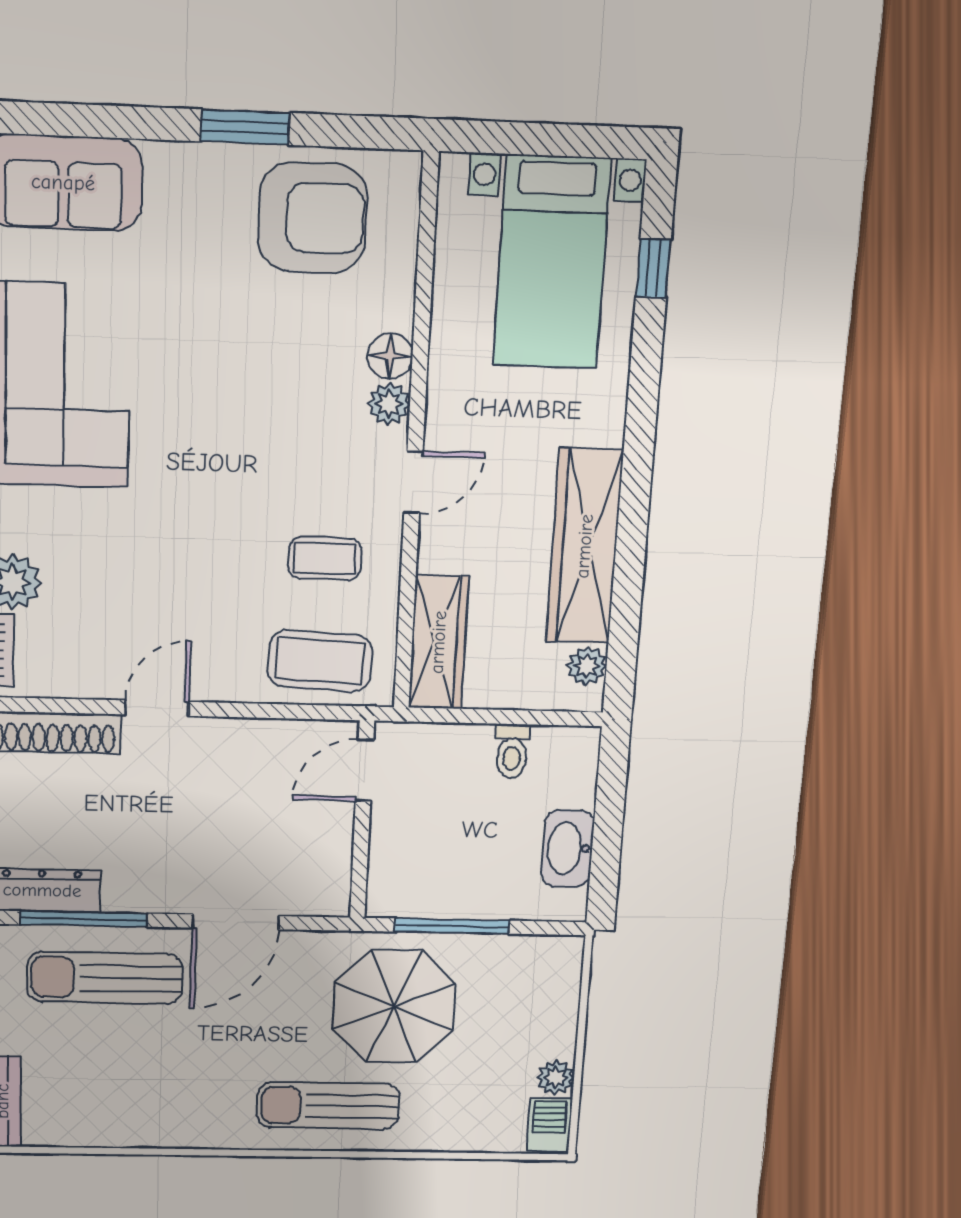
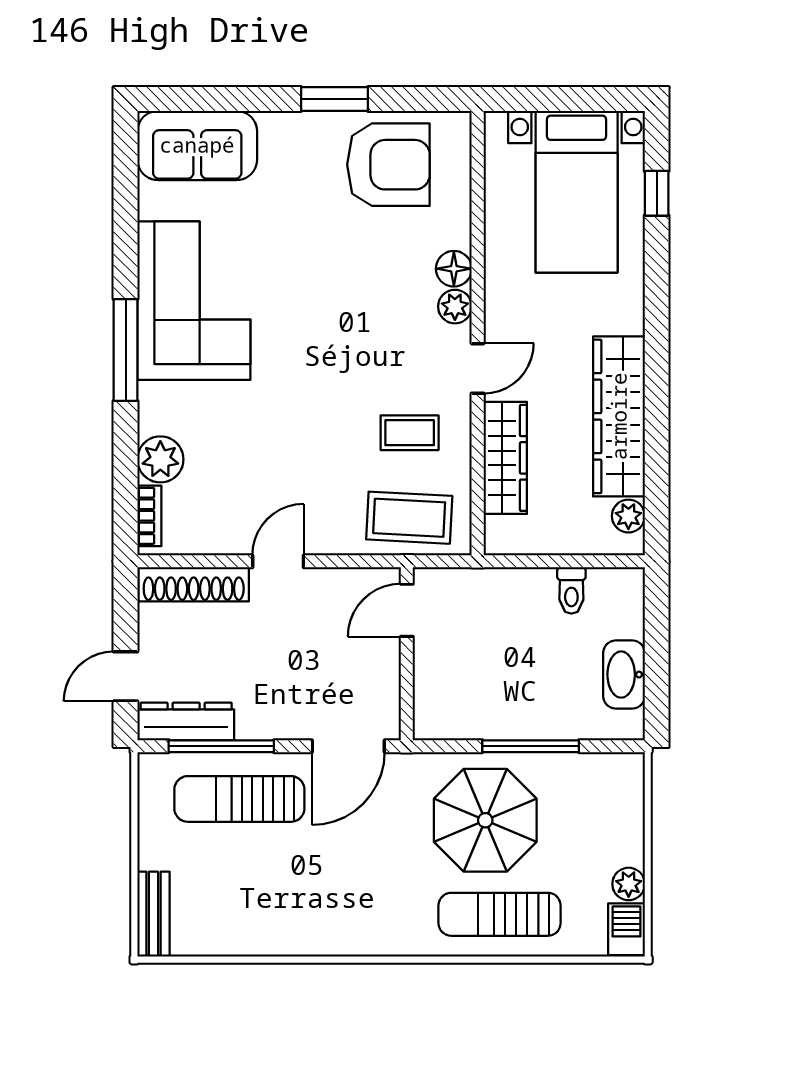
wardrobe: (438, 642) -> (505, 458), moved
door: (365, 770) -> (407, 610), moved
wall: (362, 820) -> (407, 654), moved
sun lounger: (328, 1106) -> (500, 914), moved

